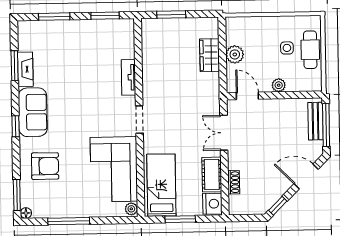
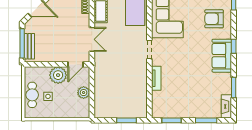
wardrobe: (210, 55) -> (101, 92), removed
fireplace: (25, 69) -> (226, 106), moved
plant: (279, 85) -> (58, 75), width x1.88, depth x1.88
door: (247, 96) -> (75, 64), hinge flipped

